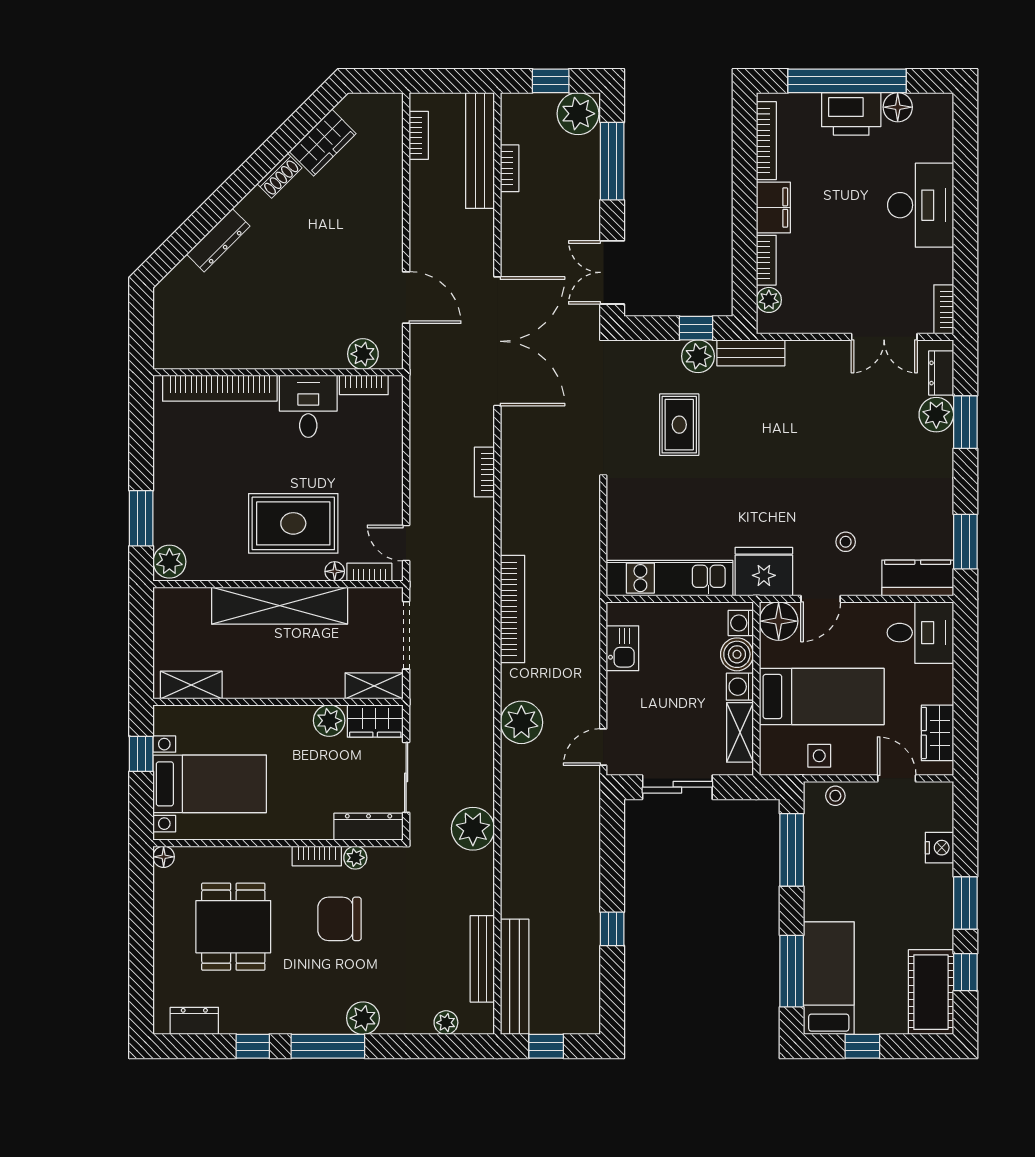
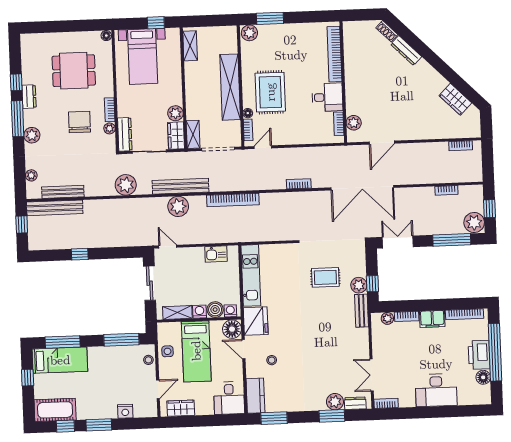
bench: (480, 151) -> (181, 186), moved
shoe rack: (279, 176) -> (387, 31), moved
dresser: (194, 1021) -> (29, 97), moved

